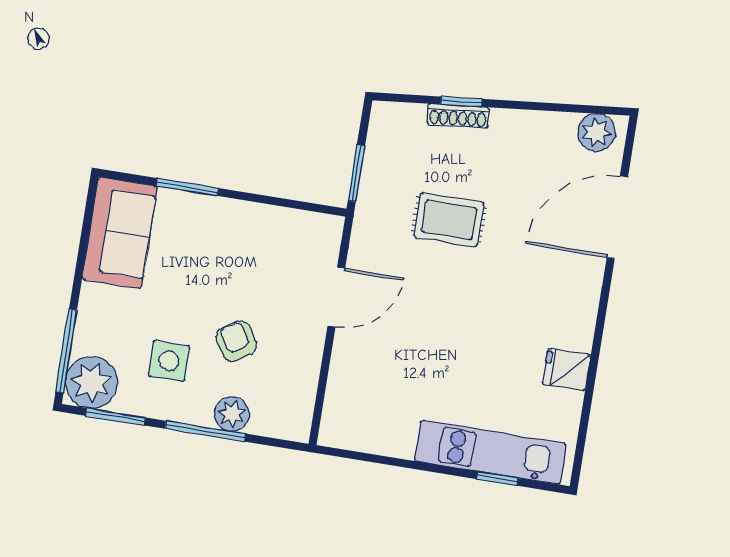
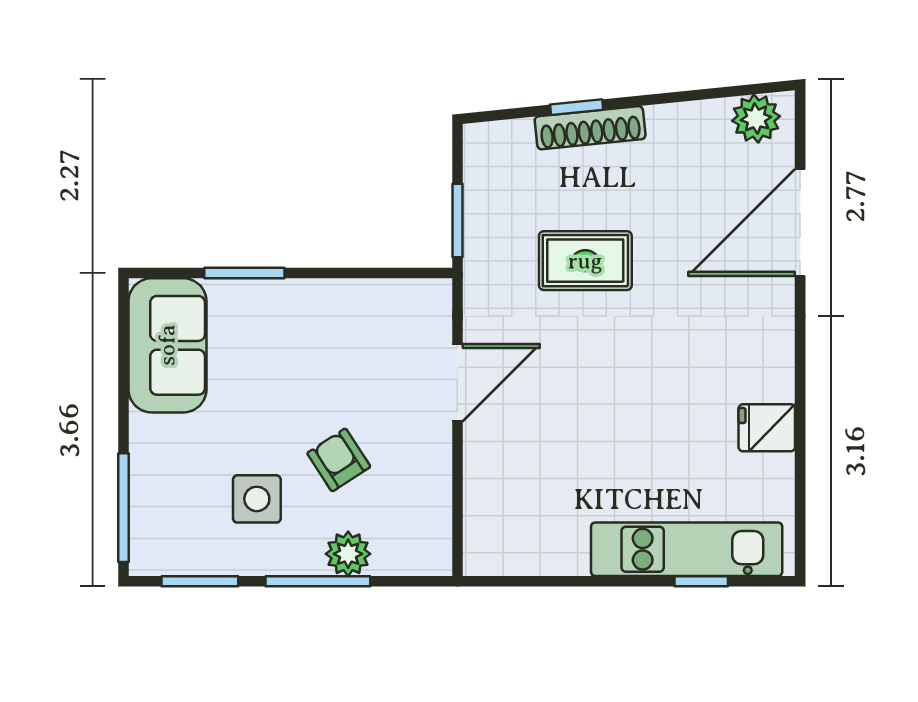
shoe rack: (458, 116) -> (590, 128), width x1.36, depth x1.24
plant: (91, 383) -> (162, 543), removed

